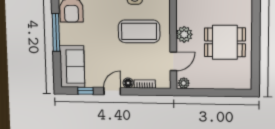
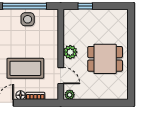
coffee table: (139, 31) -> (25, 68), moved
door: (173, 61) -> (61, 76), hinge flipped

